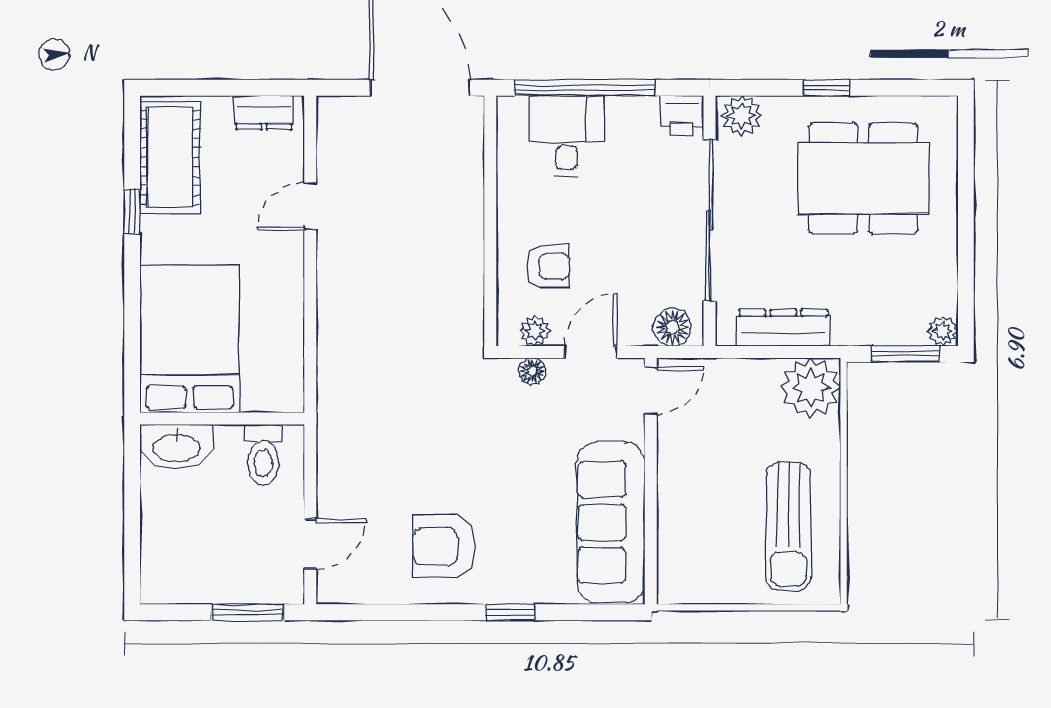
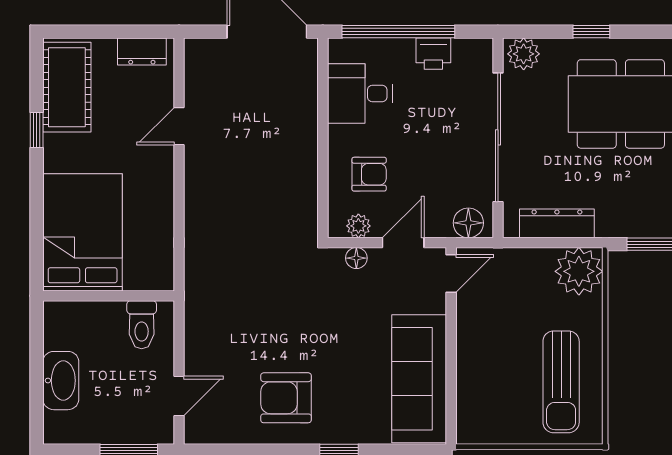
printer: (682, 115) -> (433, 54), moved
desk: (566, 136) -> (360, 94), moved, turned -90
washbasin: (177, 447) -> (61, 381), moved, turned -90

